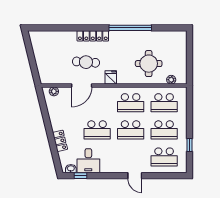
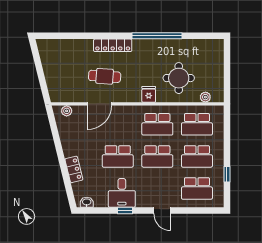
fridge: (111, 77) -> (149, 94), moved
desk: (88, 161) -> (122, 193), moved
window: (80, 176) -> (125, 211), moved

